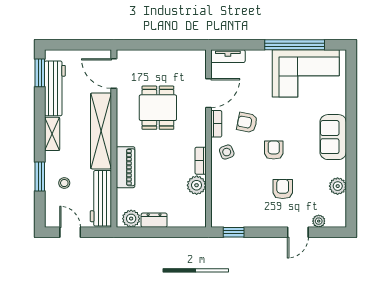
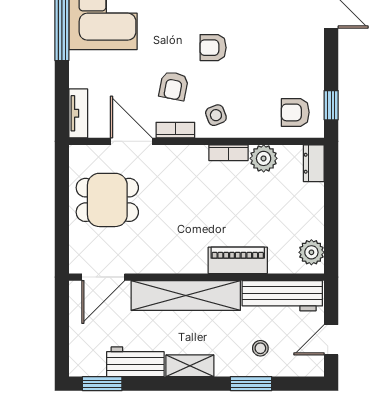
workbench: (55, 88) -> (135, 362), width x0.73
dining table: (158, 108) -> (107, 200), moved
armchair: (283, 189) -> (295, 112), moved
dresser: (154, 220) -> (314, 163), moved

